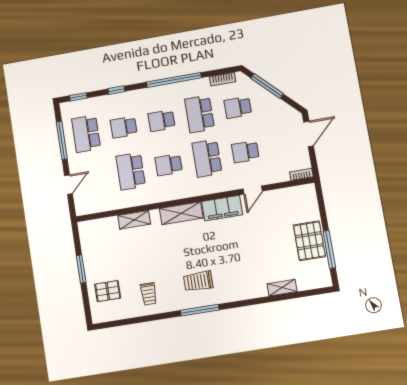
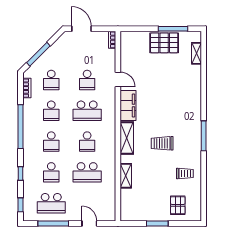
school desk: (200, 114) -> (51, 111), width x0.54
trolley: (198, 281) -> (162, 143), moved, turned 90
shelving: (282, 288) -> (196, 53), moved

